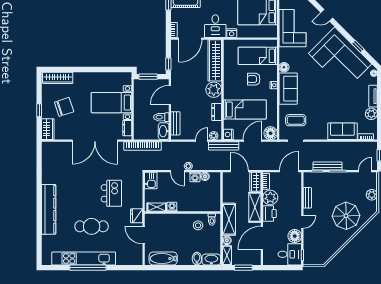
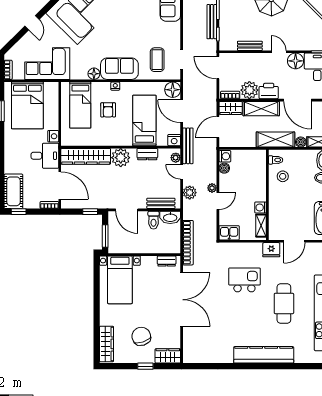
bed with nightstands: (111, 103) -> (120, 280), moved
plant: (184, 147) -> (190, 193), added
washing machine: (195, 177) -> (225, 156), moved

